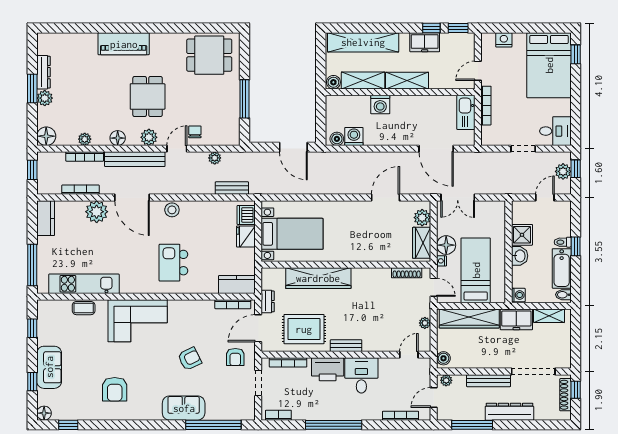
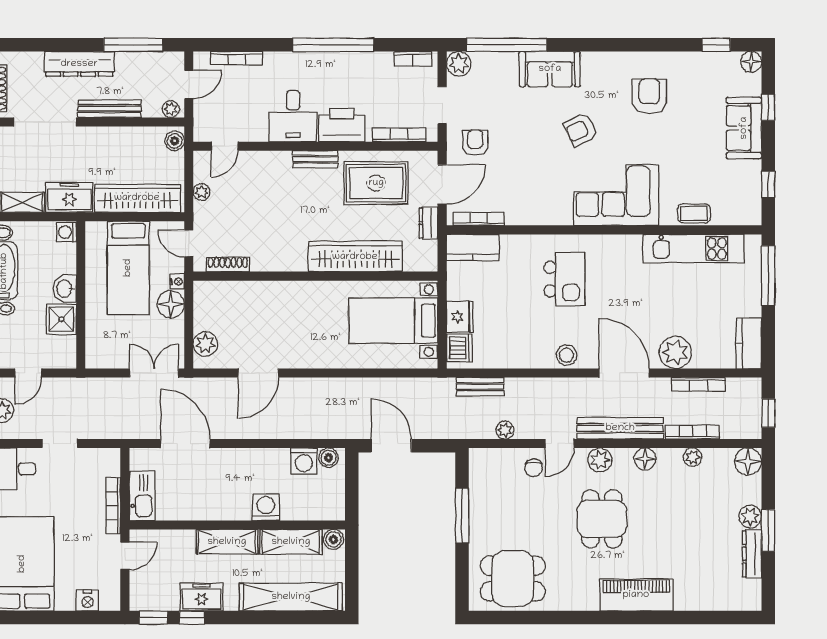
wardrobe: (422, 243) -> (206, 308), removed
armchair: (190, 359) -> (581, 129), moved
plant: (247, 412) -> (459, 64), added

